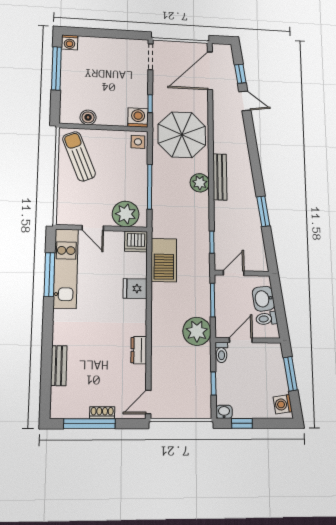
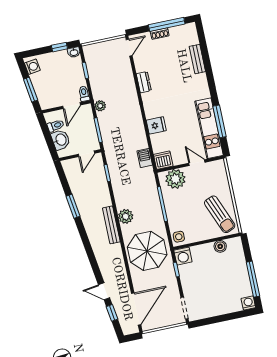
barbecue: (164, 260) -> (145, 158), width x0.53, depth x0.65
plant: (197, 331) -> (100, 106), width x0.53, depth x0.53

